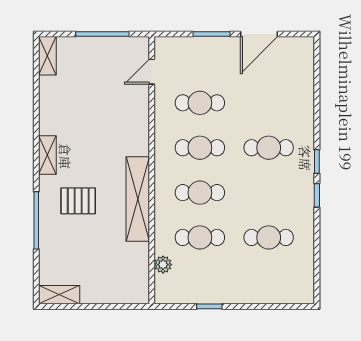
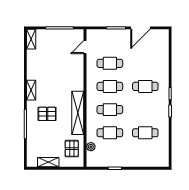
pallet: (126, 268) -> (72, 149), added
shelving: (59, 295) -> (48, 162), moved

